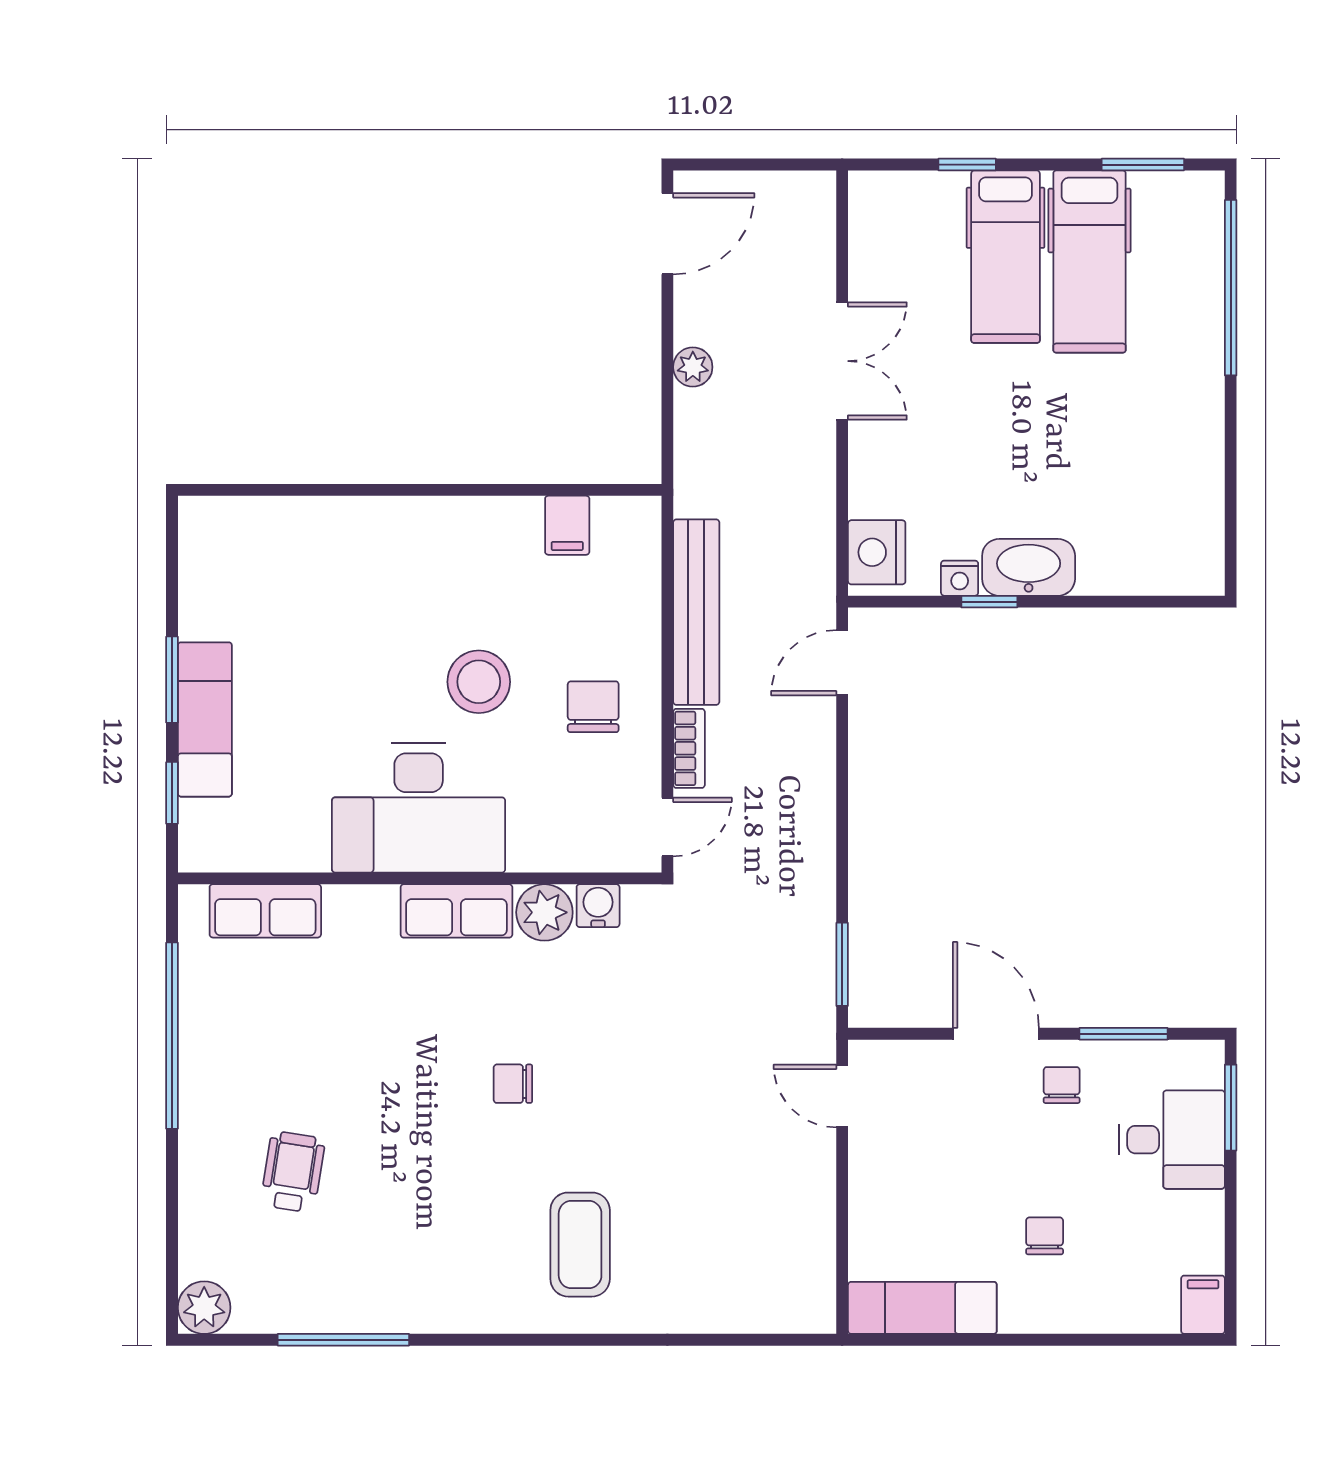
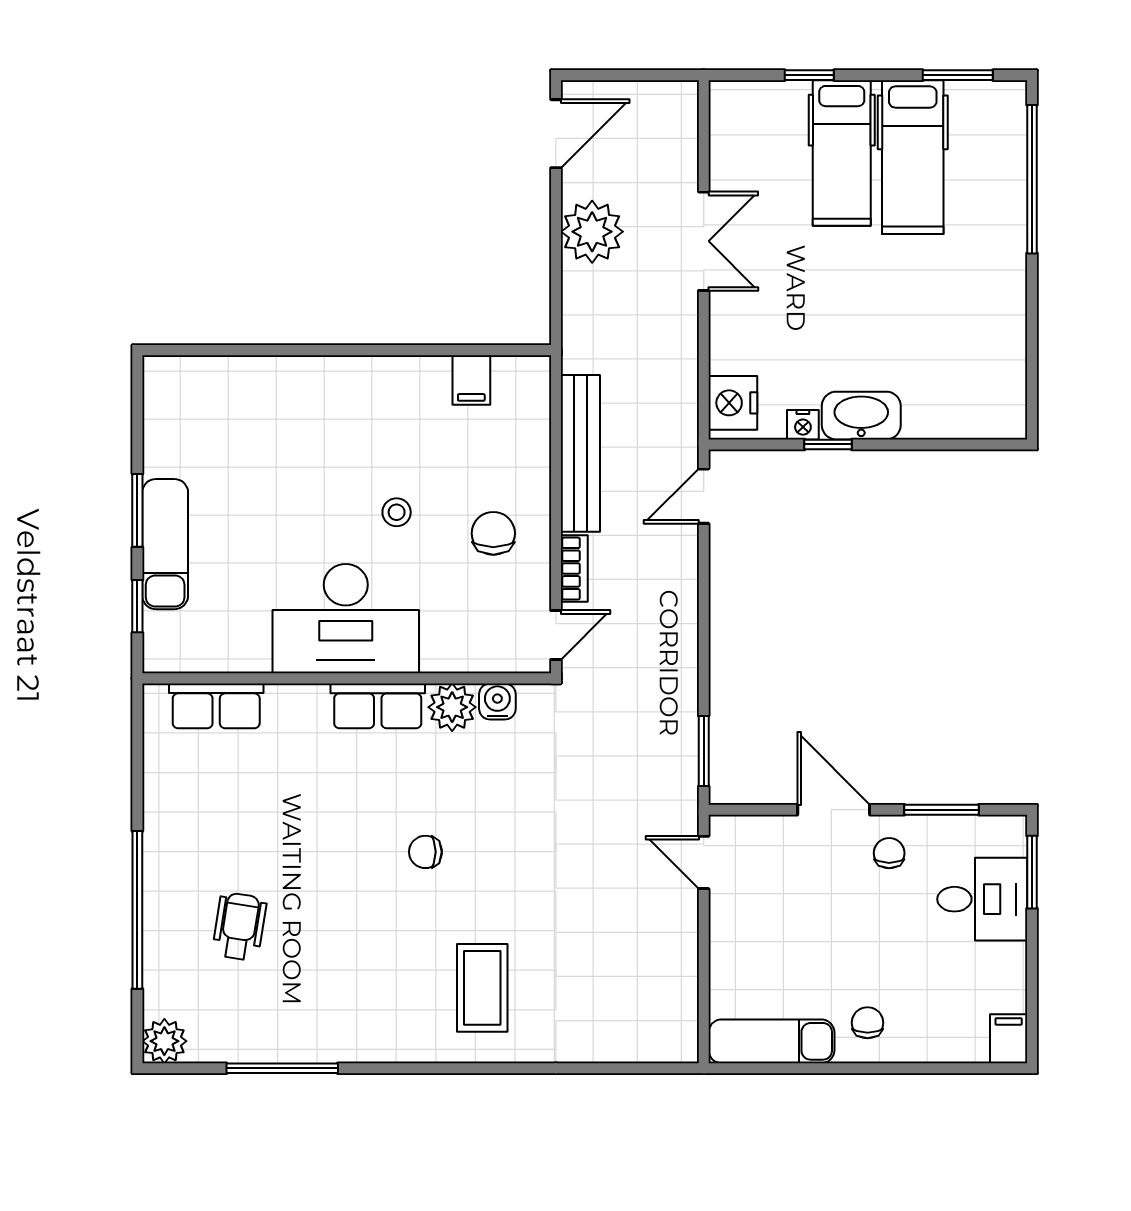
plant: (693, 367) -> (592, 232), width x1.87, depth x1.87
stool: (479, 682) -> (397, 512), width x0.53, depth x0.53
window: (172, 1036) -> (137, 910), moved
chair: (1045, 1236) -> (868, 1023), moved

